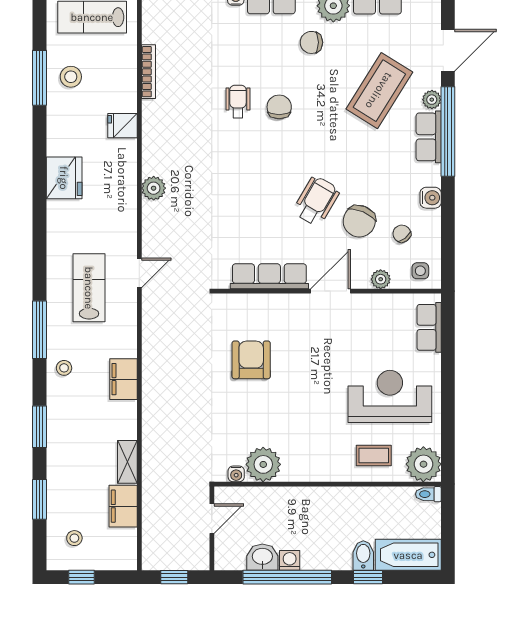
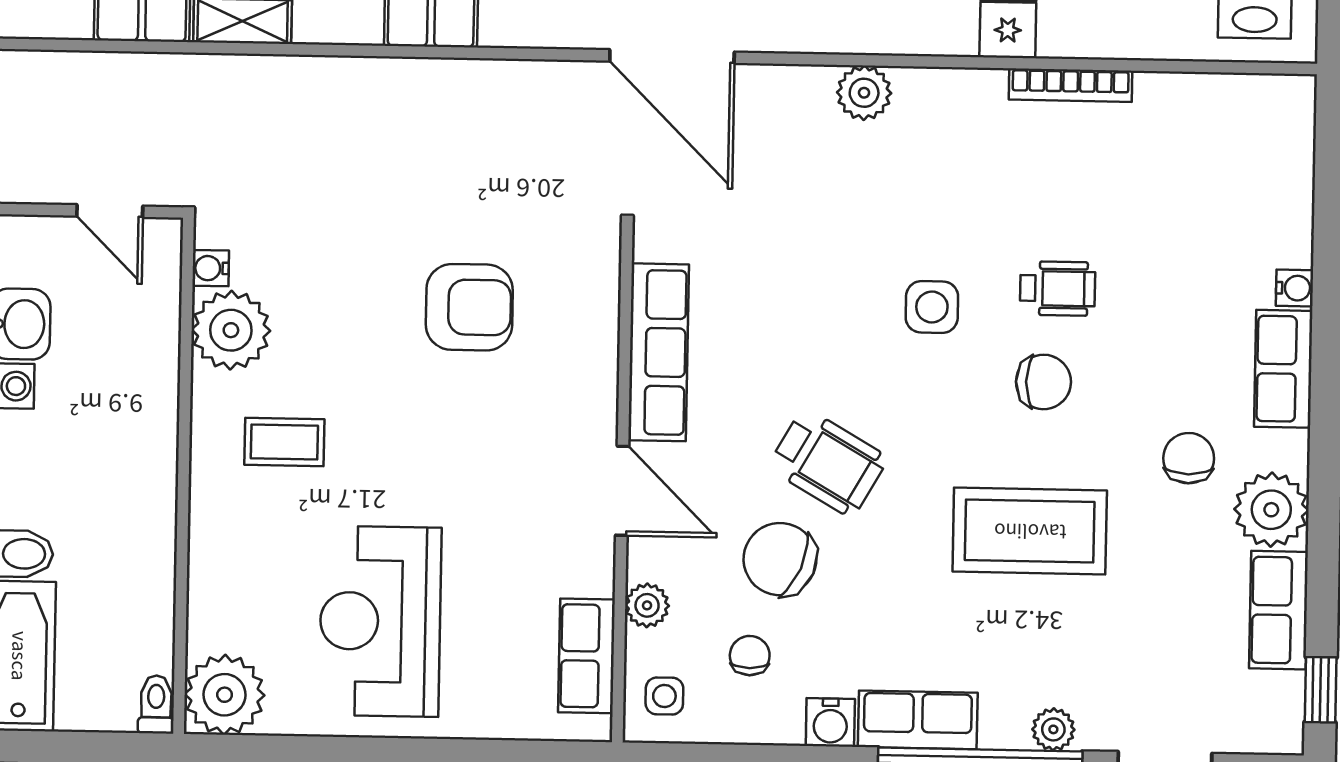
bookcase: (148, 72) -> (1071, 85), moved
coffee table: (379, 91) -> (1030, 531), moved, turned -32
row of seats: (429, 137) -> (918, 720), moved
side table: (247, 157) -> (932, 307), added
chair: (402, 234) -> (750, 656), turned -52
door: (139, 273) -> (672, 57), width x1.87
row of seats: (429, 327) -> (587, 656), moved, turned -90
reception desk: (390, 396) -> (380, 621), turned 180
coffee table: (374, 455) -> (284, 442), moved, turned 90

